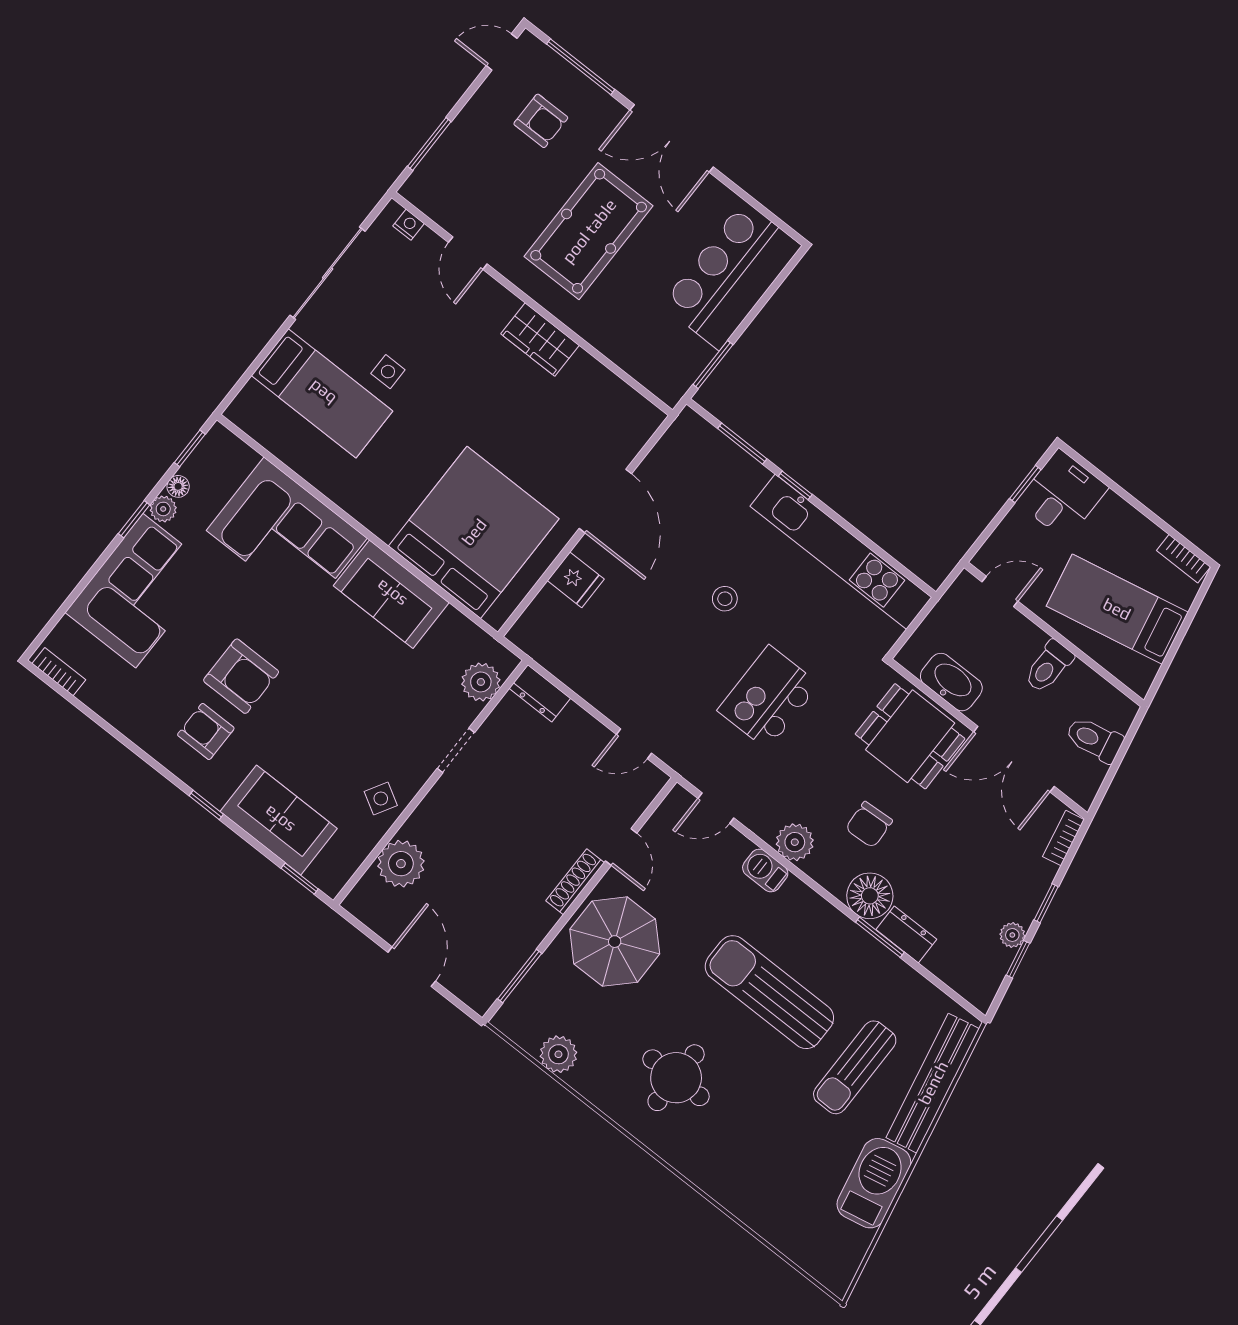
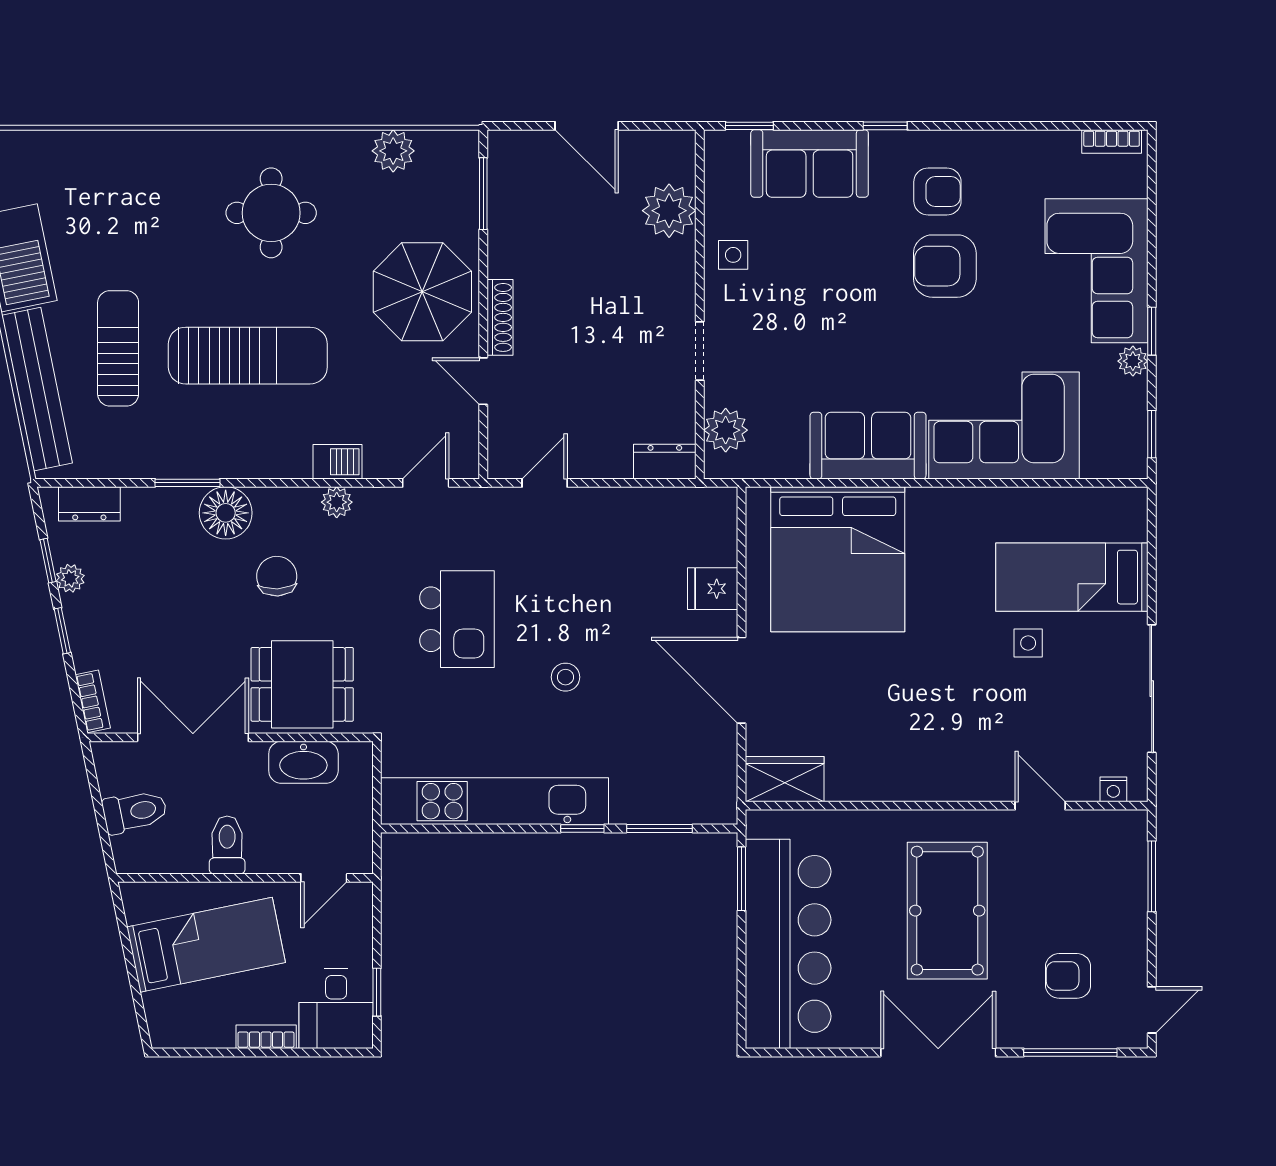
bar counter: (731, 275) -> (788, 944), width x1.36
wardrobe: (540, 340) -> (785, 779), moved
floor lamp: (178, 486) -> (1135, 392), removed
bookcase: (1183, 559) -> (266, 1037), moved
side table: (381, 799) -> (733, 255), turned -30
plant: (795, 842) -> (337, 502), width x0.73, depth x0.73
dresser: (906, 934) -> (89, 504), moved

